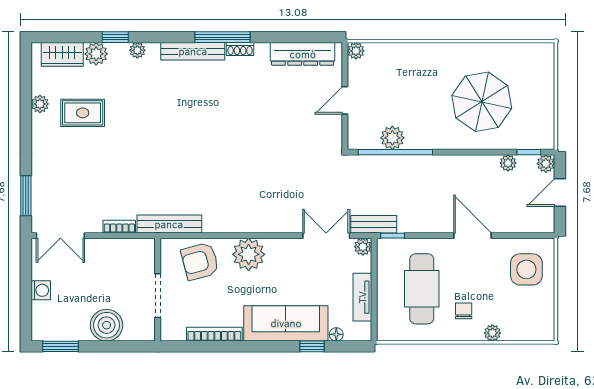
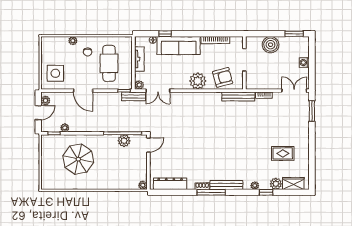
door: (345, 100) -> (148, 145), moved
plant: (40, 104) -> (305, 158), removed
plant: (546, 164) -> (45, 101), moved

